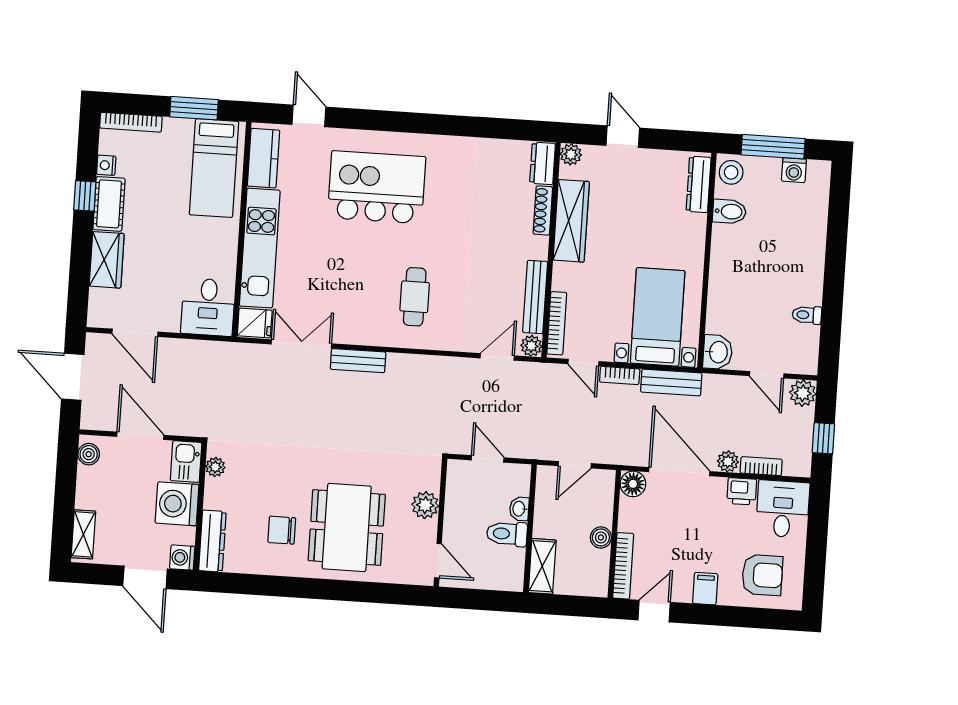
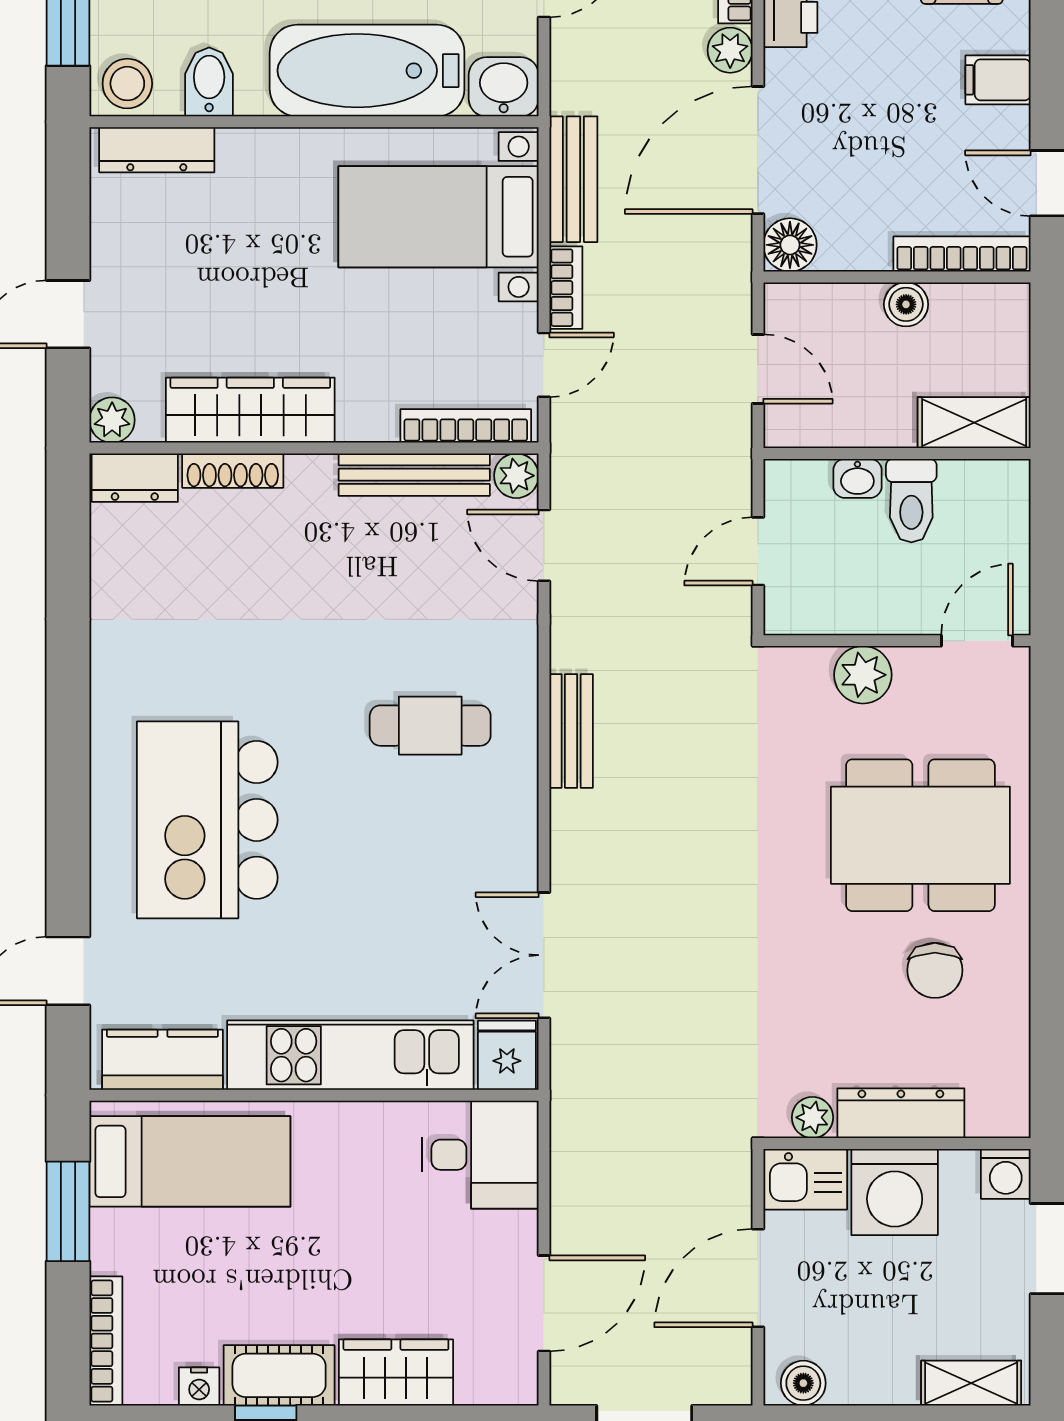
bathtub: (730, 287) -> (367, 71), added
bench: (358, 361) -> (571, 731), moved
dresser: (212, 541) -> (901, 1113), moved

